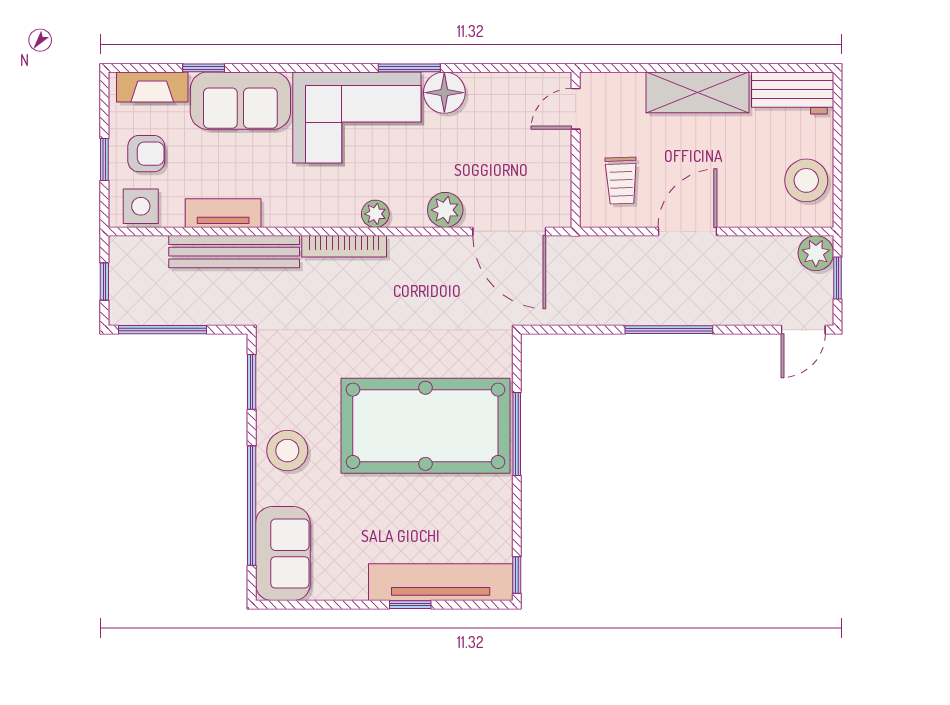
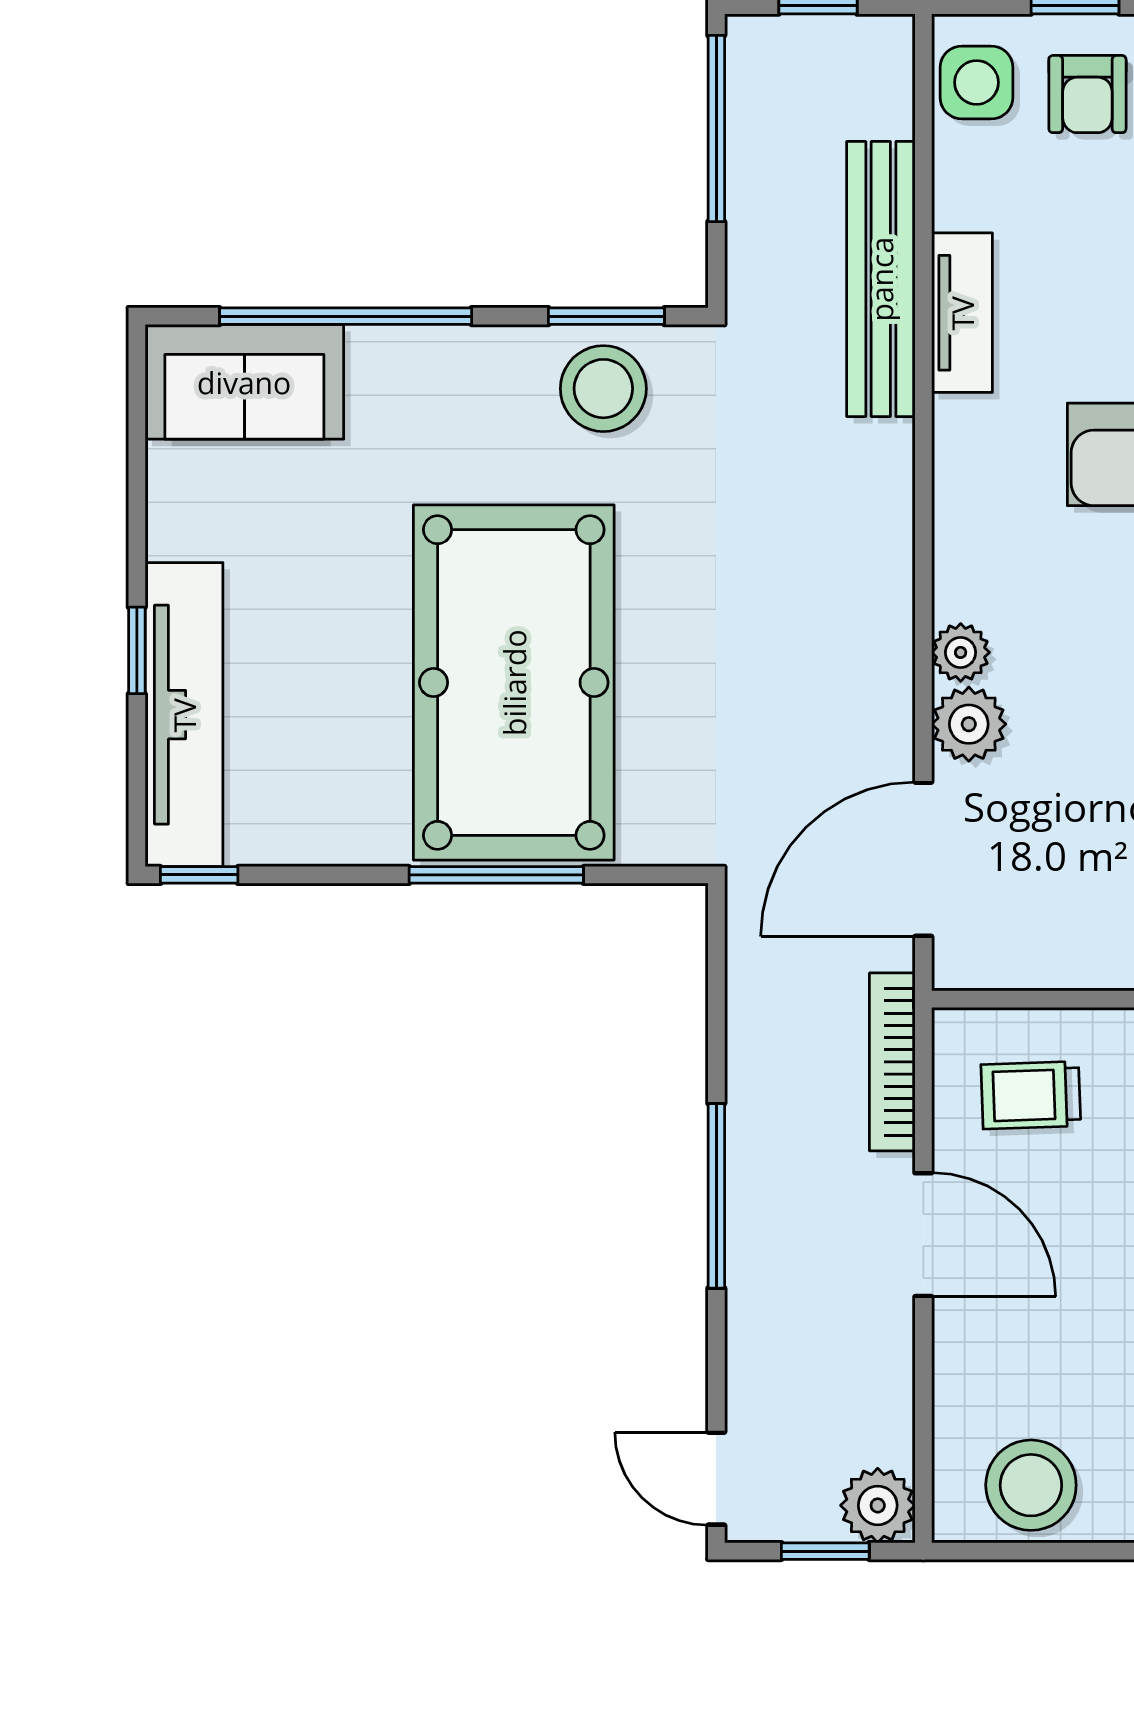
tv unit: (223, 213) -> (962, 313), moved
plant: (375, 214) -> (961, 652), moved
bookcase: (344, 246) -> (892, 1062), moved
stool: (287, 451) -> (603, 389), moved

